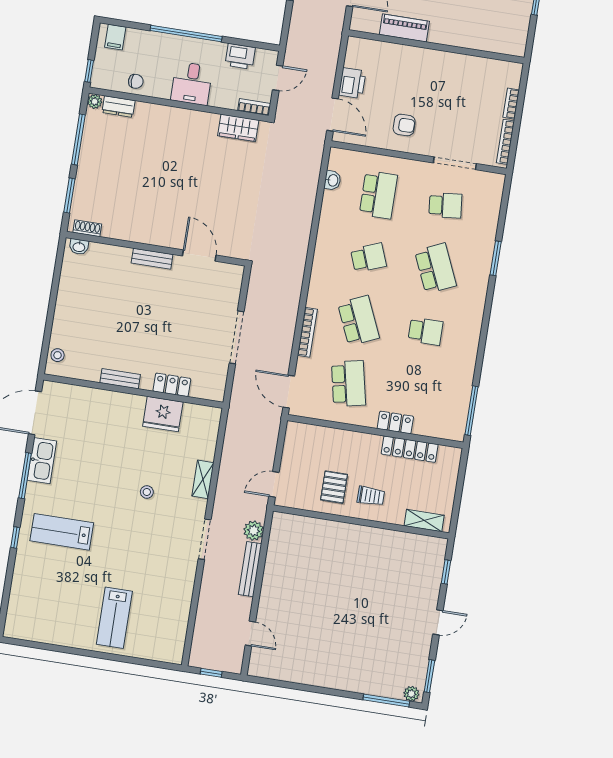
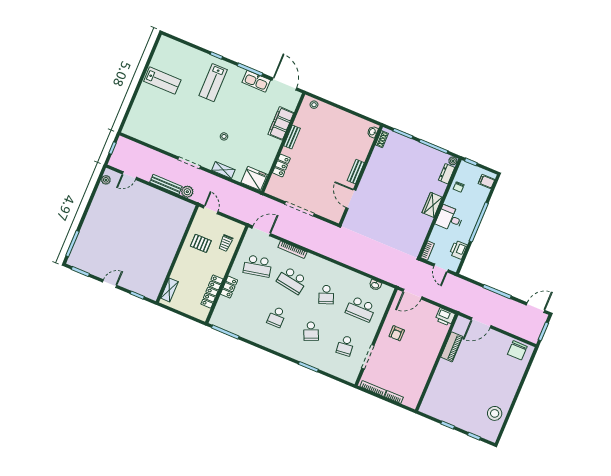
printer: (352, 83) -> (445, 317), moved
wardrobe: (238, 128) -> (432, 205), moved
door: (199, 256) -> (351, 199), swing flipped
school desk: (435, 268) -> (311, 331), width x0.54
school desk: (358, 321) -> (292, 280), turned 33
filing cabinet: (102, 403) -> (281, 123), added
fridge: (163, 414) -> (254, 178), moved, turned 90
trolley: (371, 496) -> (226, 243), moved
lab bench: (62, 532) -> (213, 83), turned 180
lab bench: (114, 618) -> (162, 81), moved, turned 180
door: (438, 622) -> (110, 284), swing flipped
plant: (411, 694) -> (106, 180), moved

